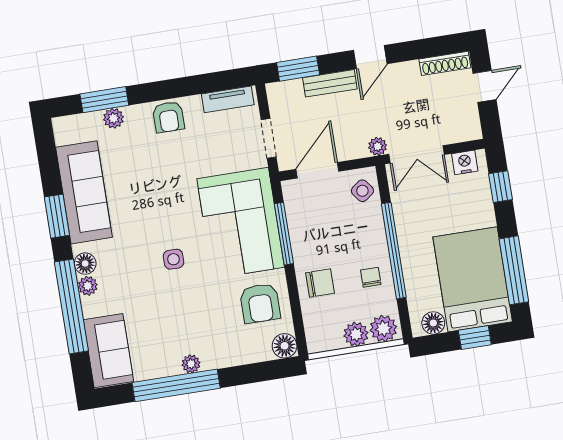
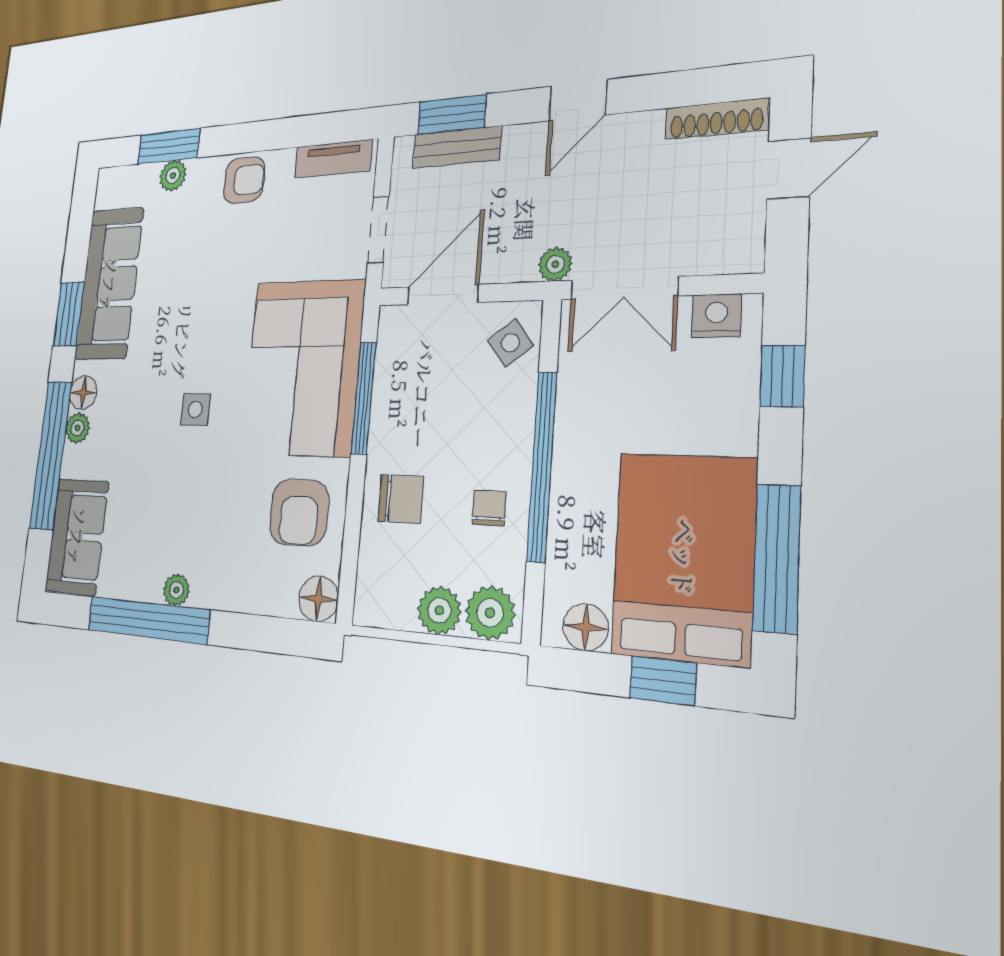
bench: (330, 83) -> (457, 147), moved
armchair: (168, 117) -> (244, 180), turned -90

